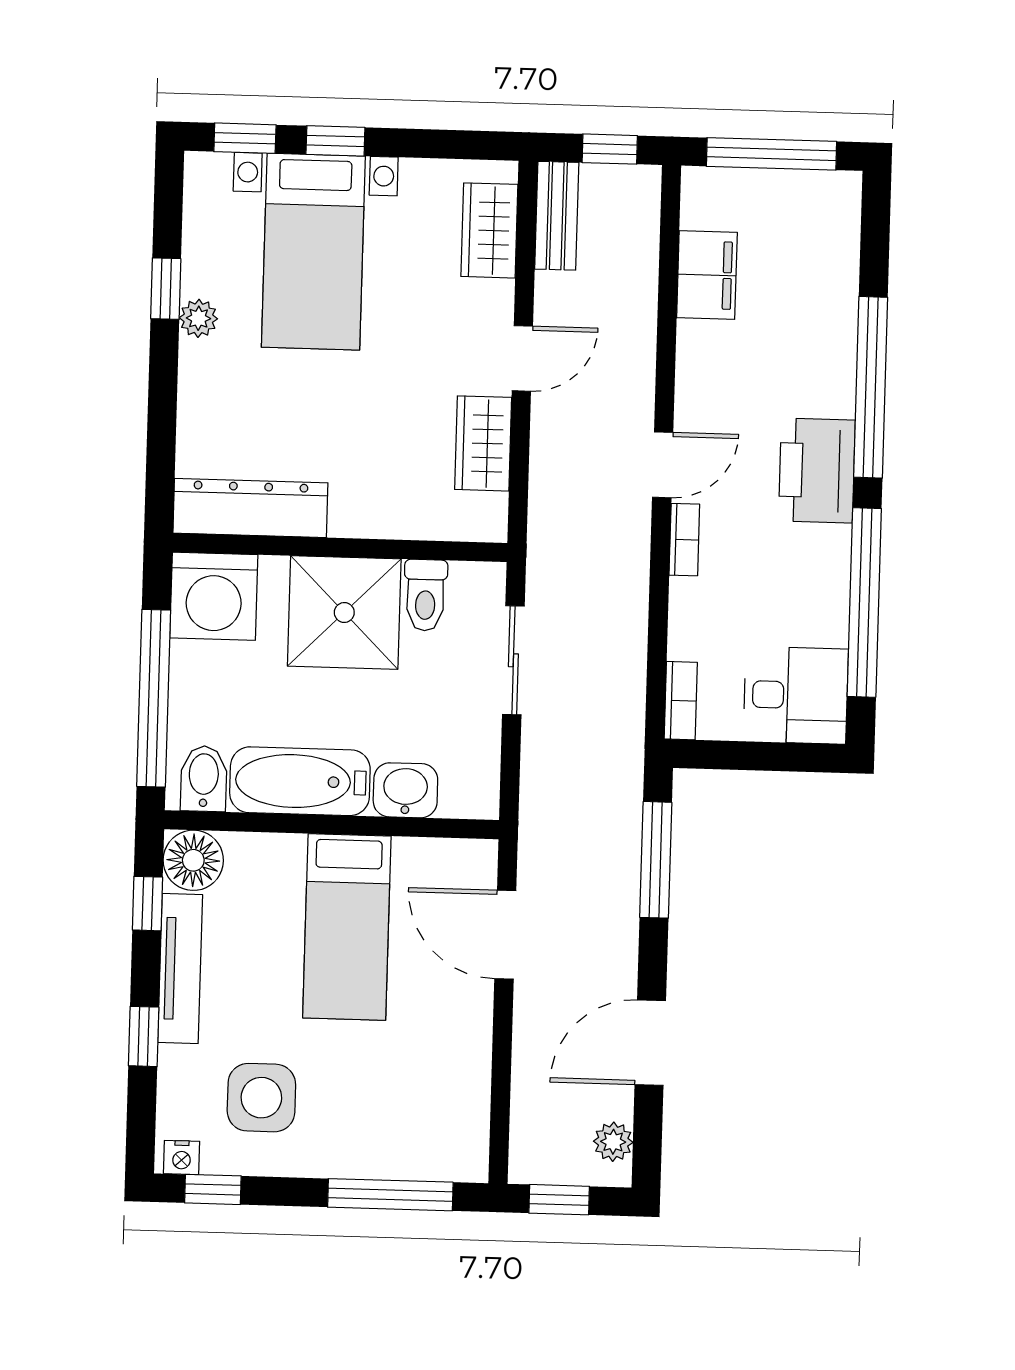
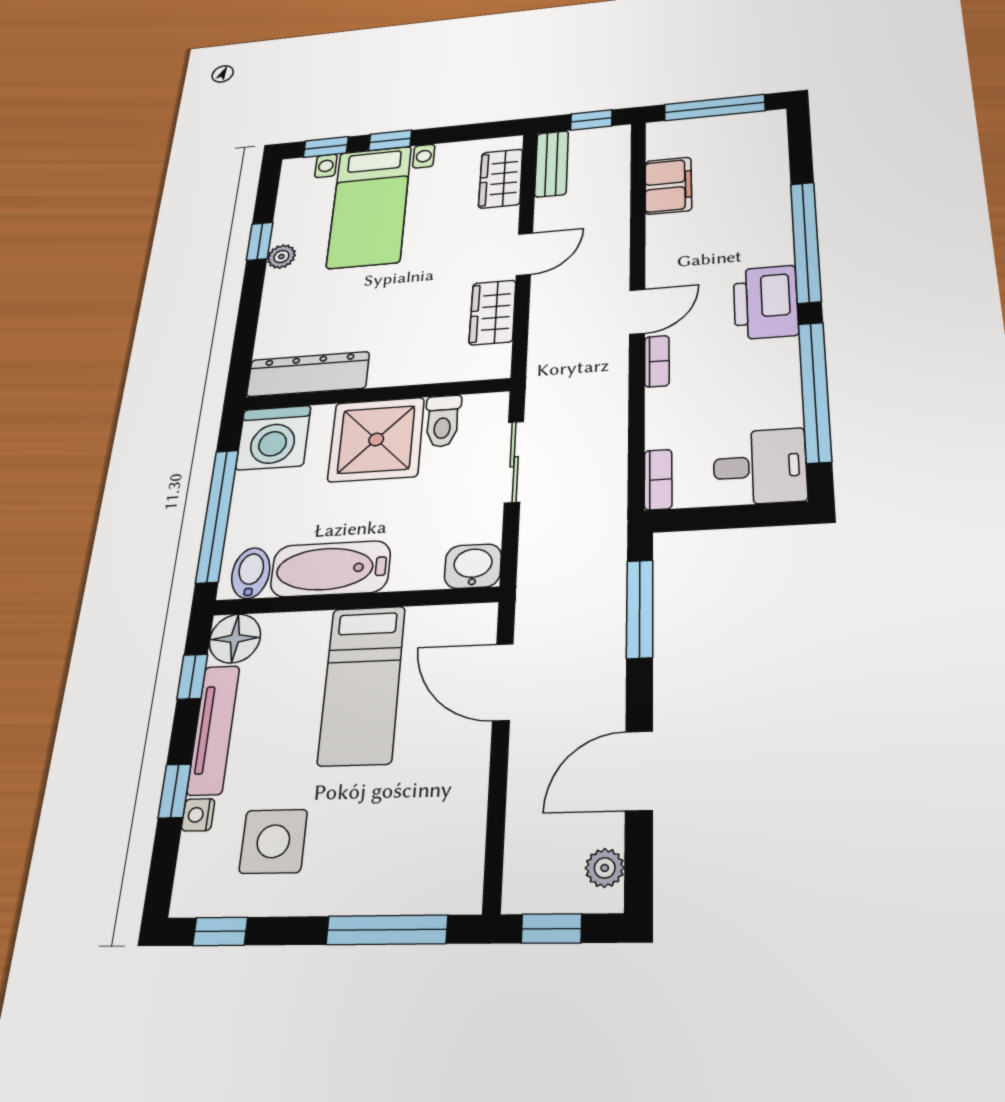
washbasin: (405, 790) -> (473, 566), moved
nightstand: (182, 1157) -> (198, 815), moved, turned 90

